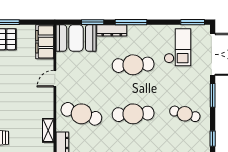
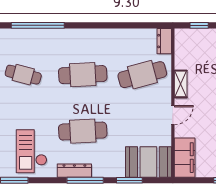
dresser: (112, 30) -> (74, 171), moved
cafe table: (81, 114) -> (142, 75), turned -33
shelving: (48, 130) -> (181, 84), moved

